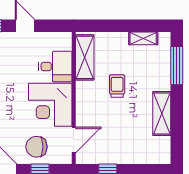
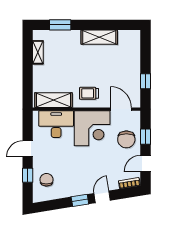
window: (177, 66) -> (60, 25), width x0.69
desk: (55, 67) -> (56, 124), width x1.37
trolley: (117, 86) -> (89, 93), moved

